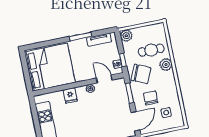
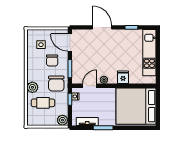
chair: (141, 74) -> (56, 84), turned -114
door: (104, 79) -> (90, 86), swing flipped
door: (135, 121) -> (70, 43), hinge flipped

